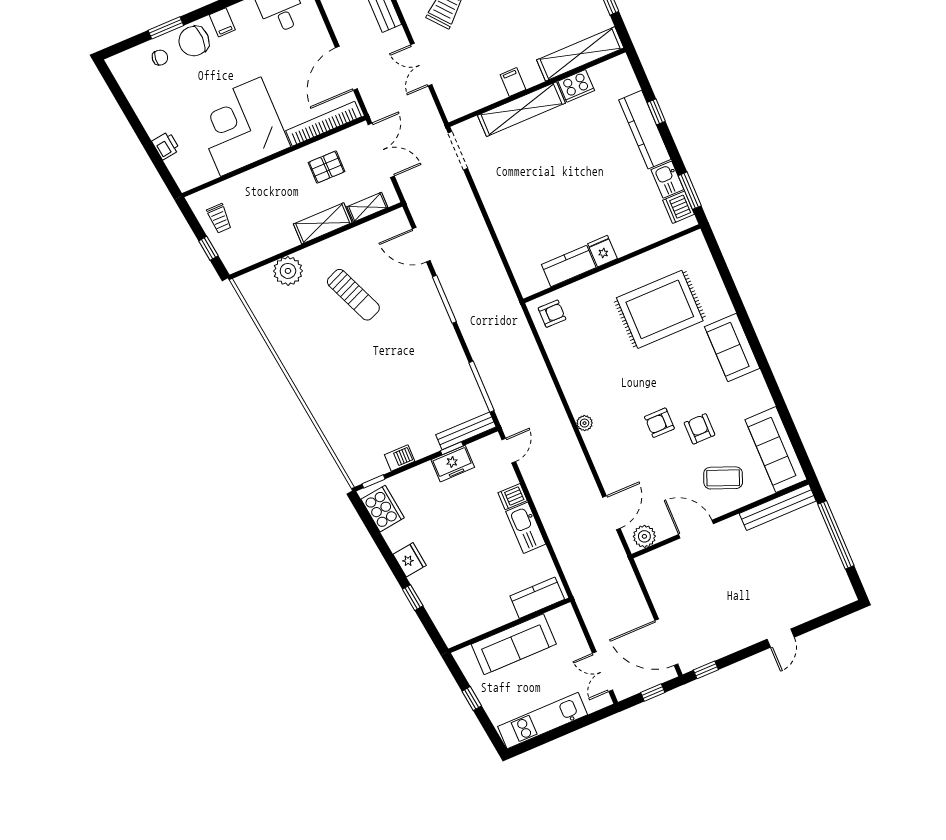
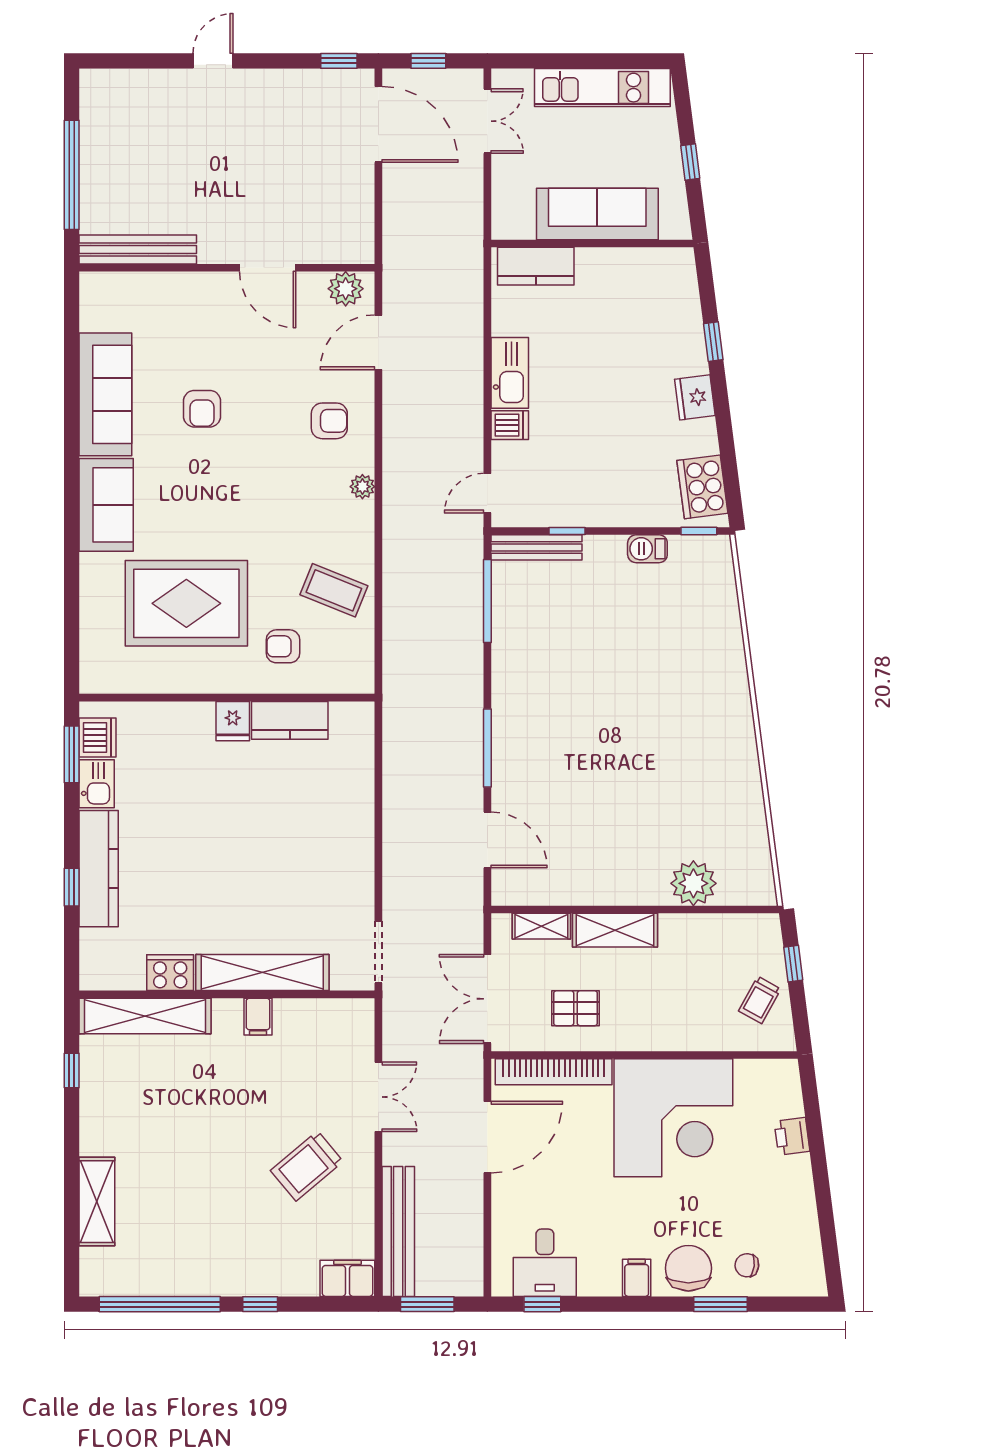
chair: (194, 41) -> (688, 1268), turned -90
trolley: (219, 218) -> (760, 1000), turned -151
sun lounger: (353, 295) -> (615, 810), removed
armchair: (552, 314) -> (283, 646), moved
armchair: (659, 423) -> (329, 421), moved
sofa: (776, 450) -> (105, 394), moved
freezer: (453, 464) -> (575, 509), removed
coffee table: (723, 478) -> (334, 590), moved

